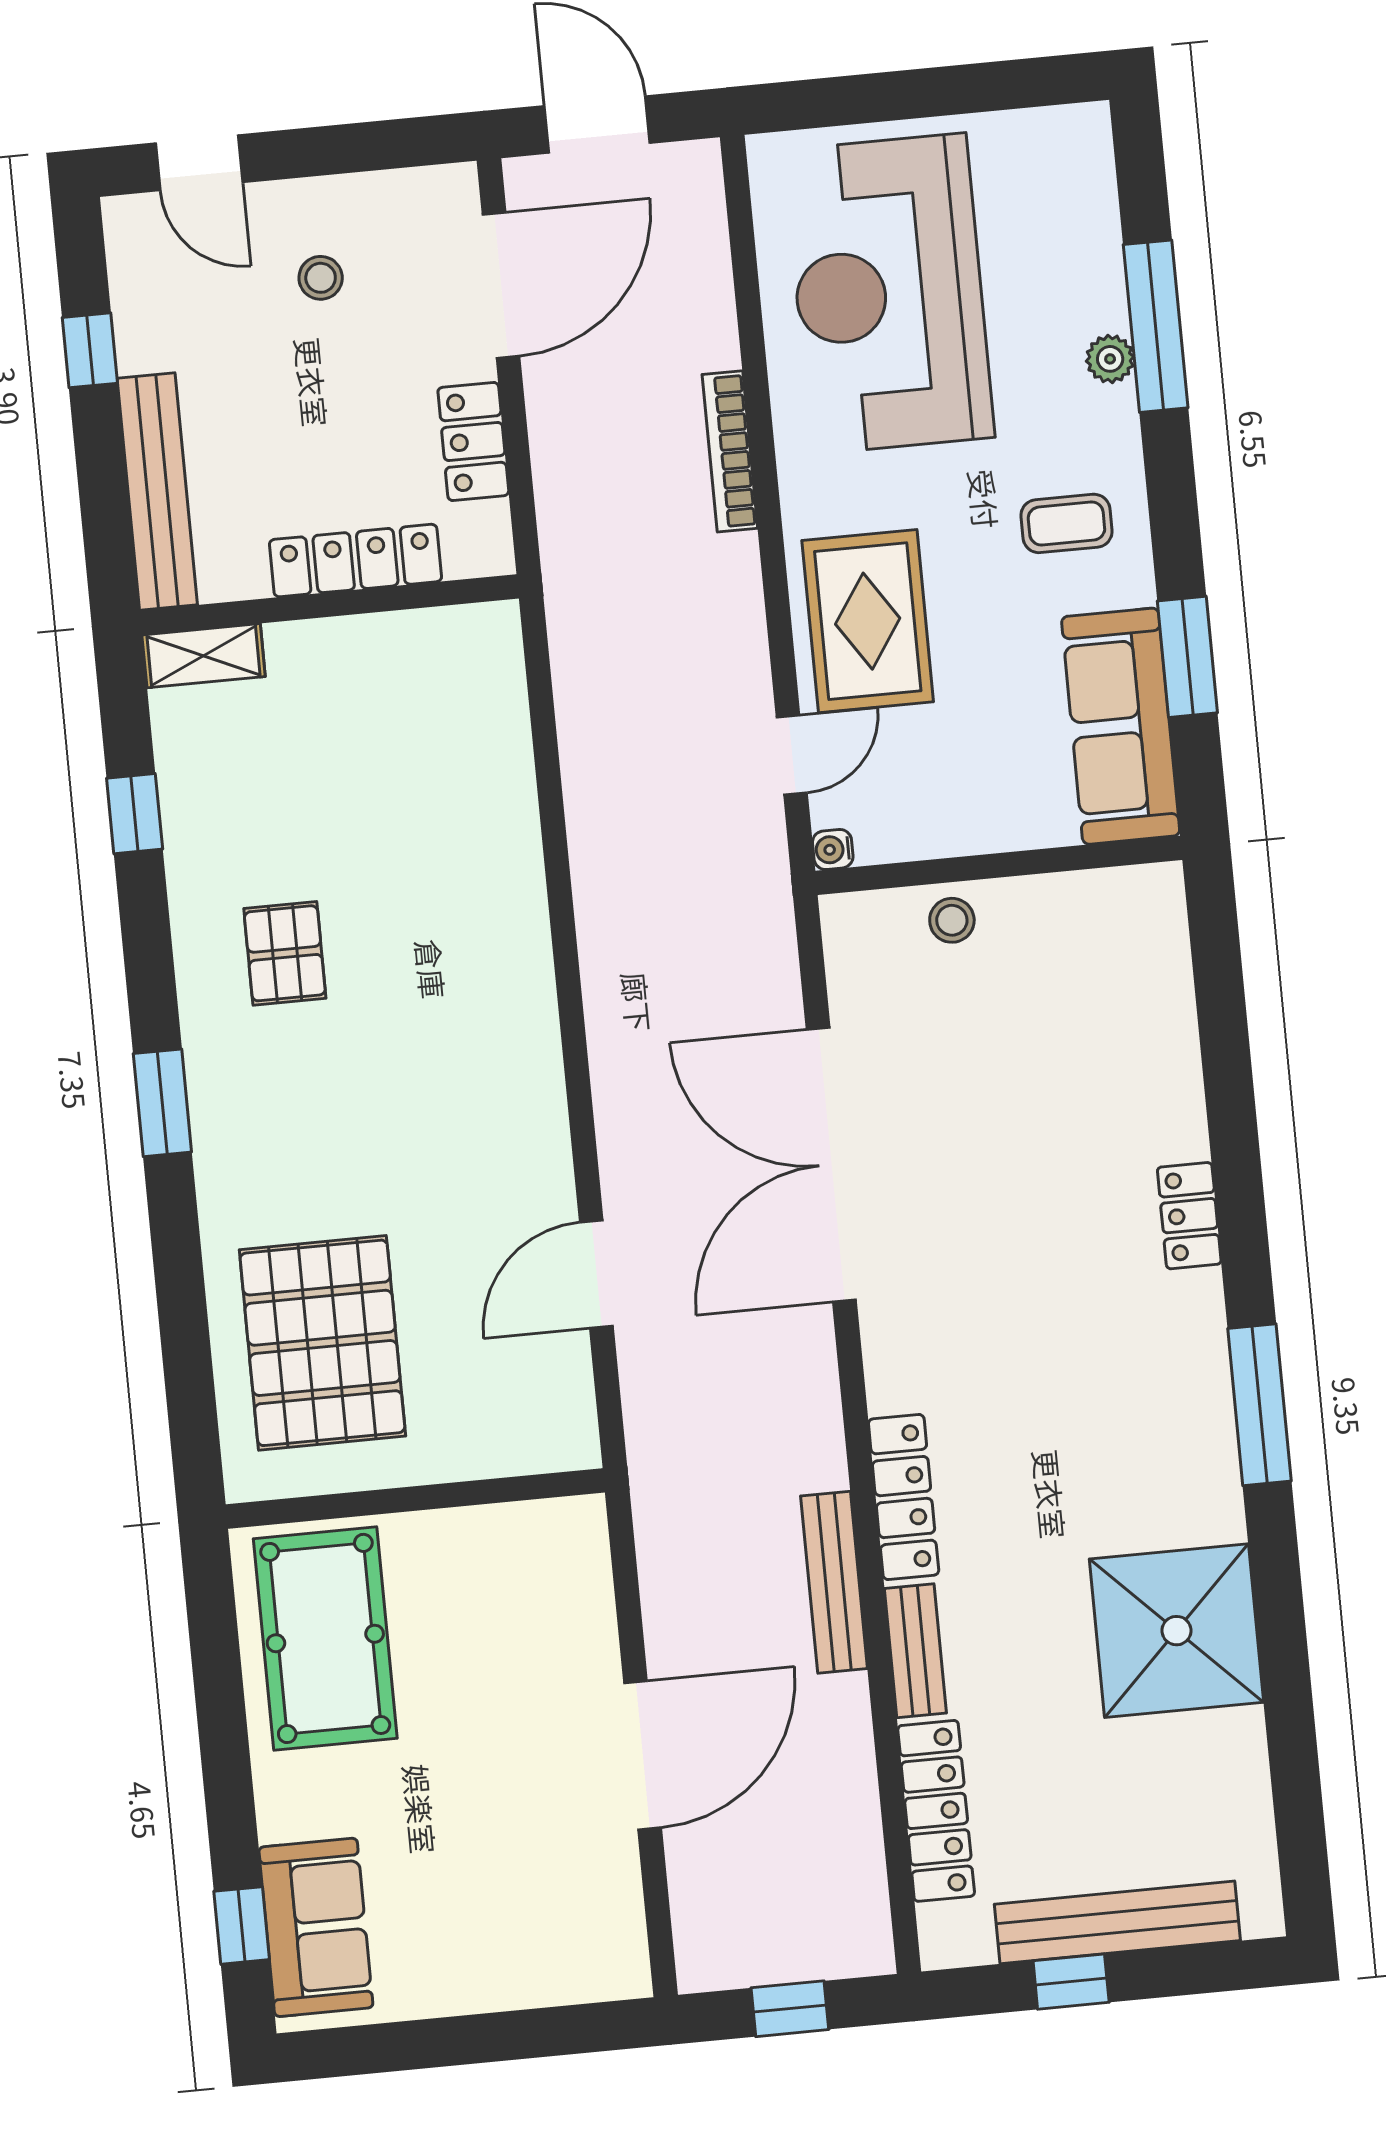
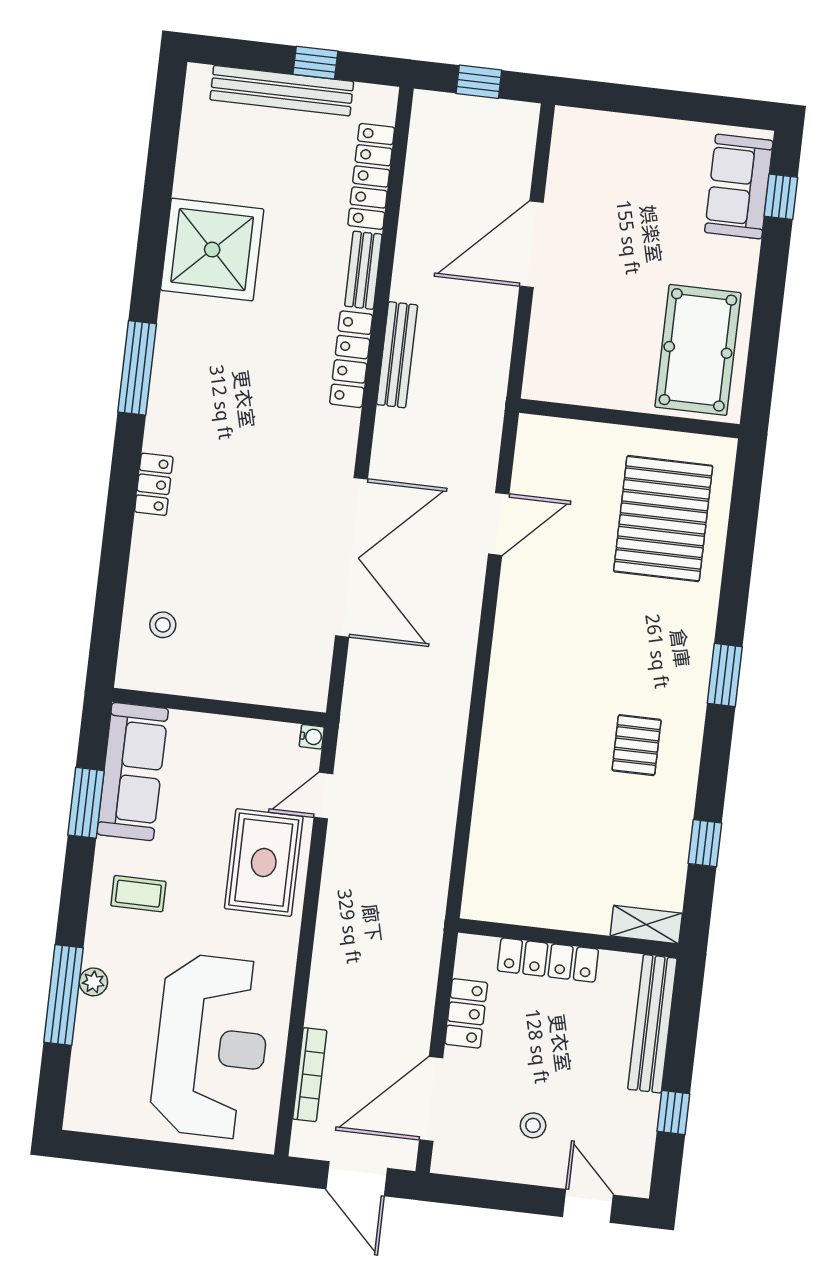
bookcase: (730, 451) -> (310, 1075), moved
stool: (952, 920) -> (163, 625), moved
bench: (834, 1582) -> (397, 355), moved

